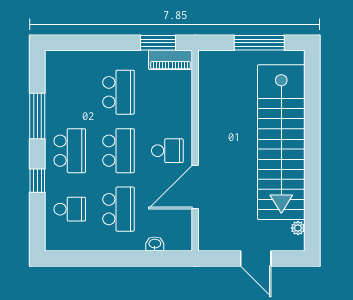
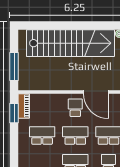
window: (259, 43) -> (14, 67), moved

